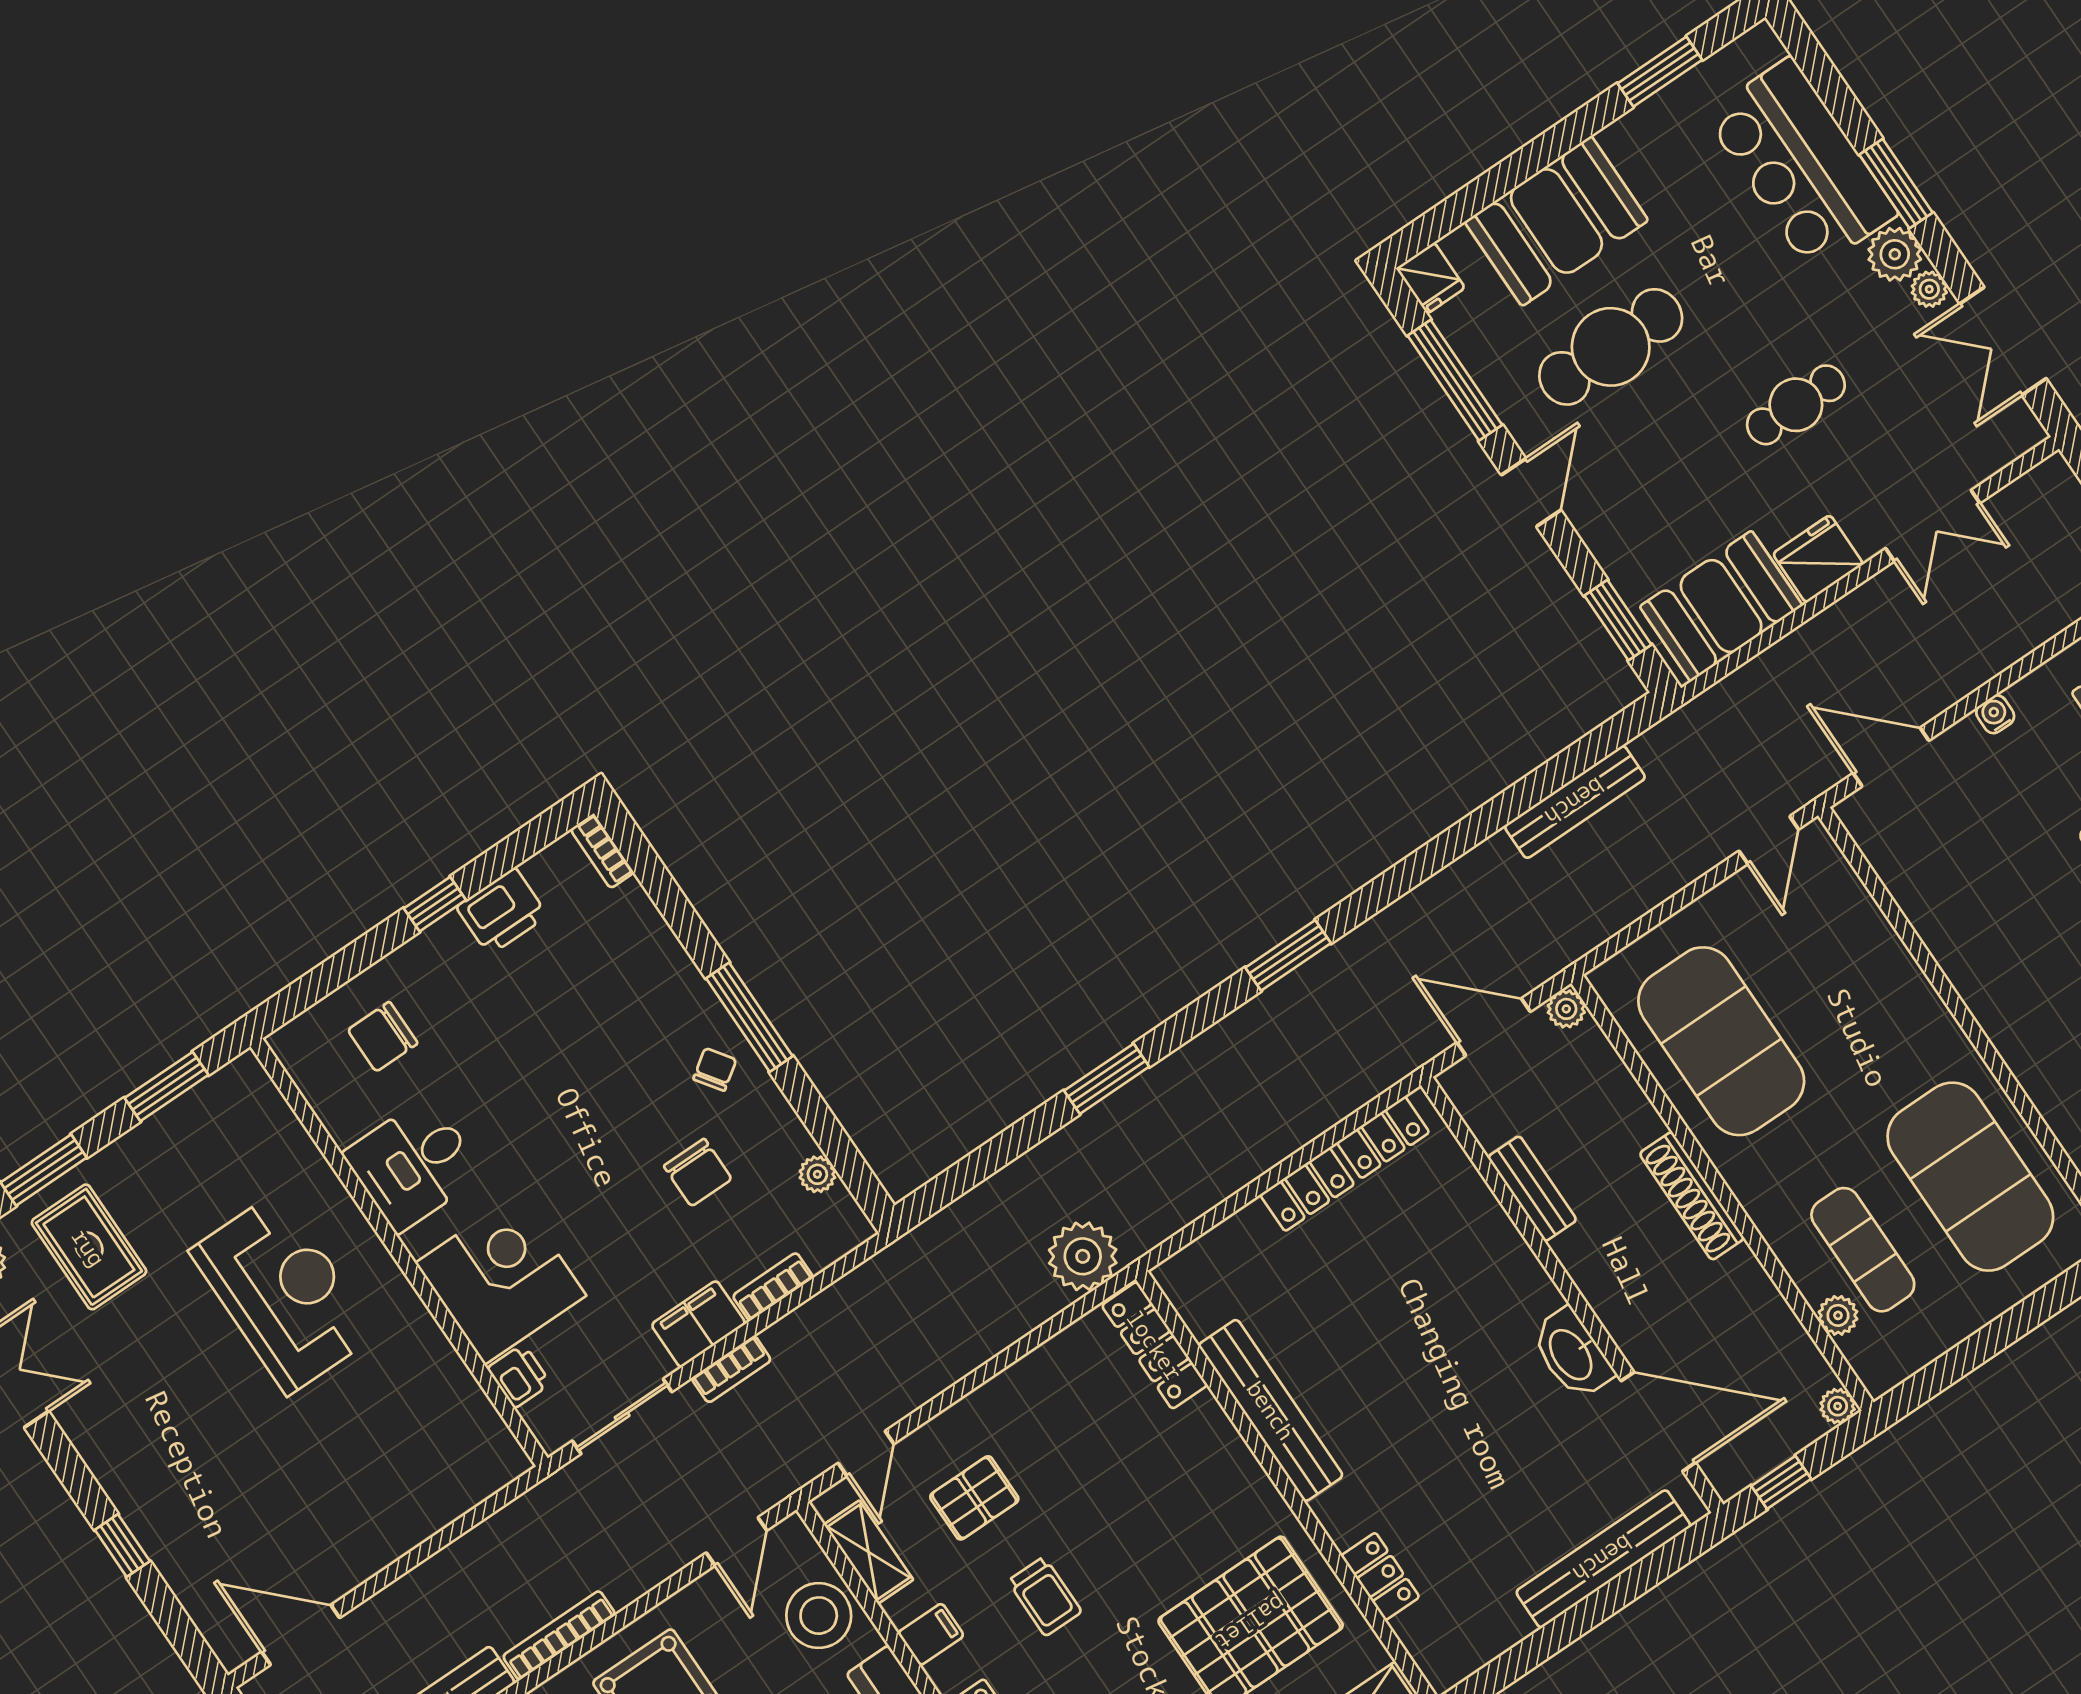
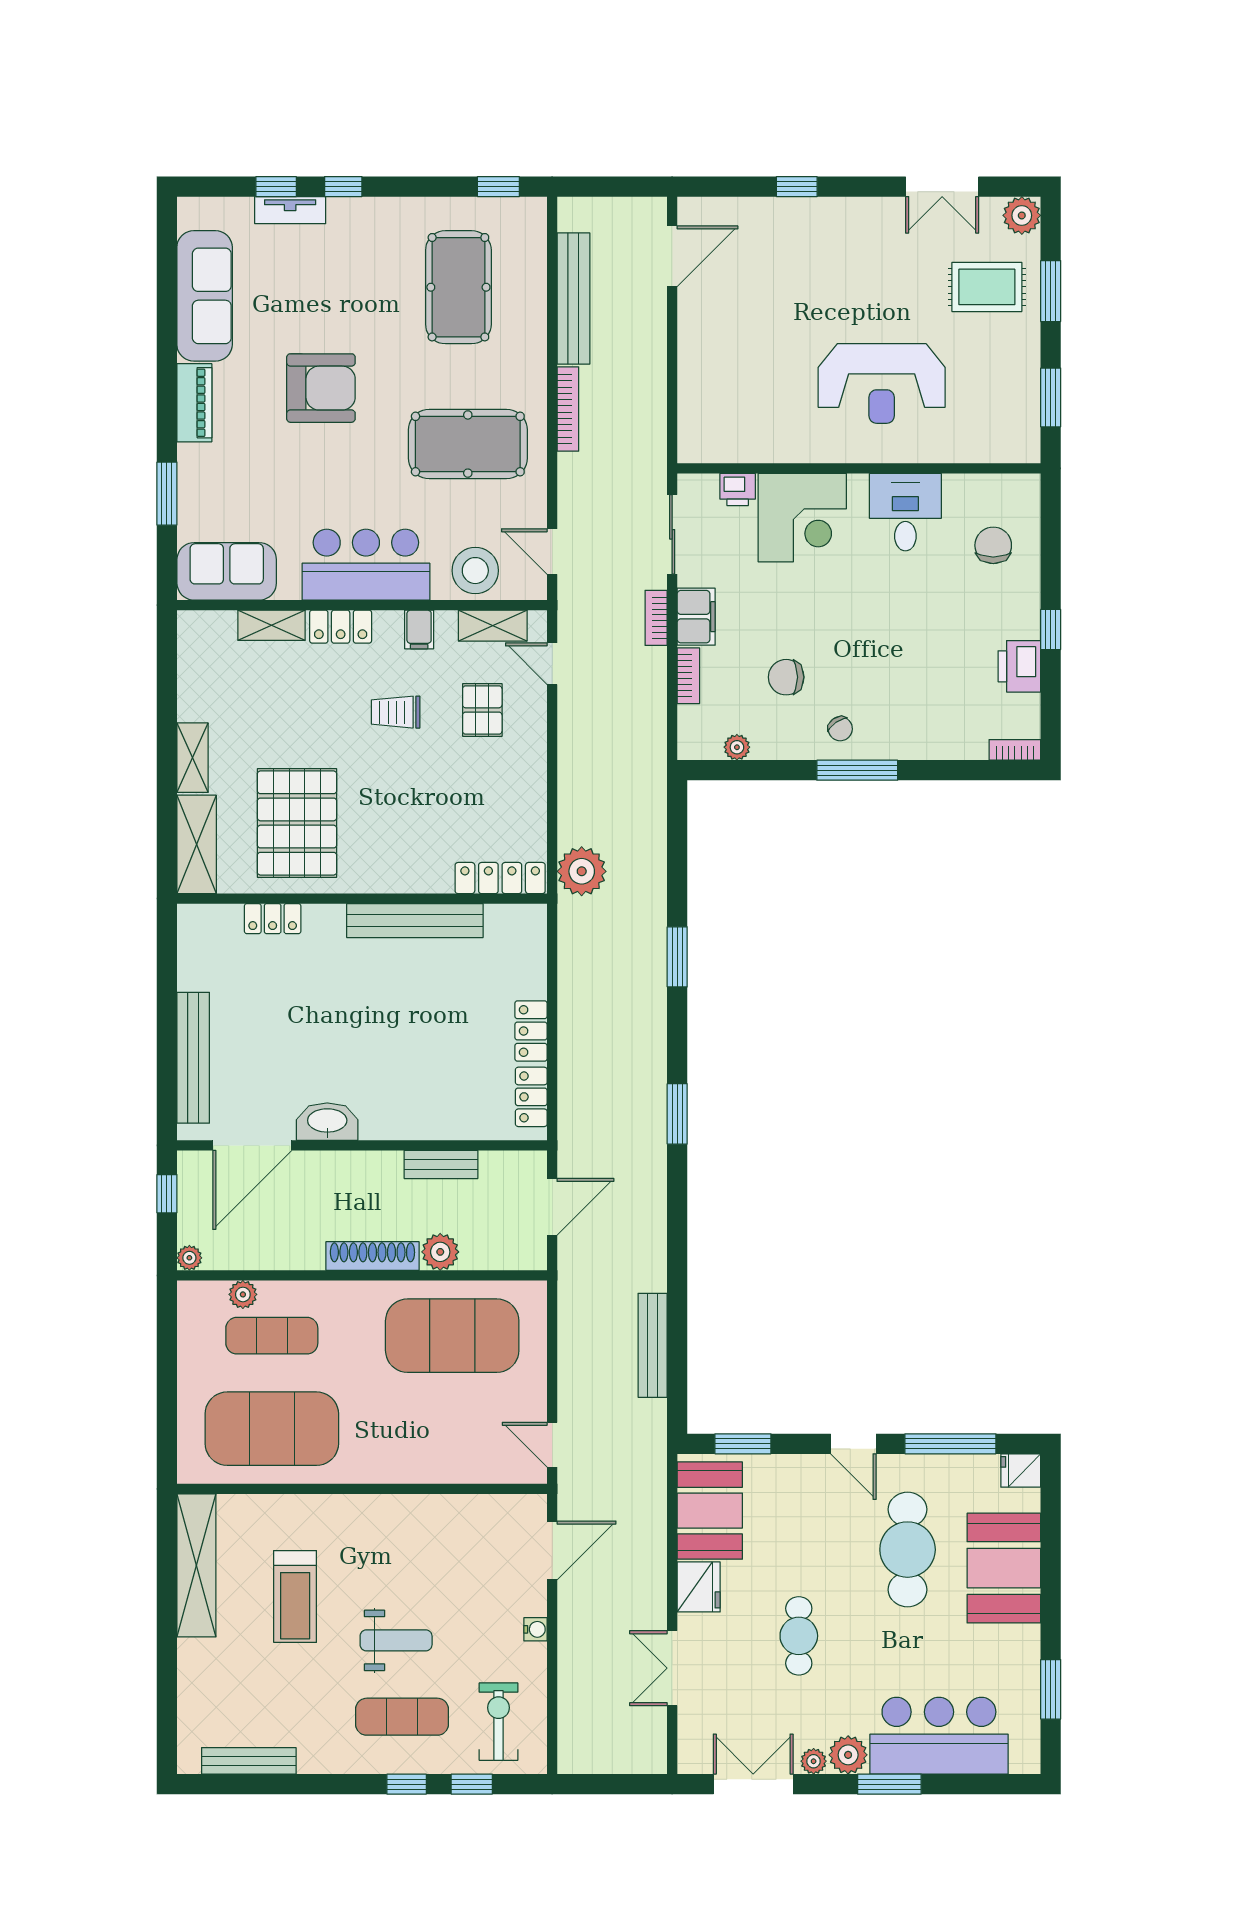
plant: (1566, 1009) -> (440, 1252), moved, width x1.38, depth x1.38

